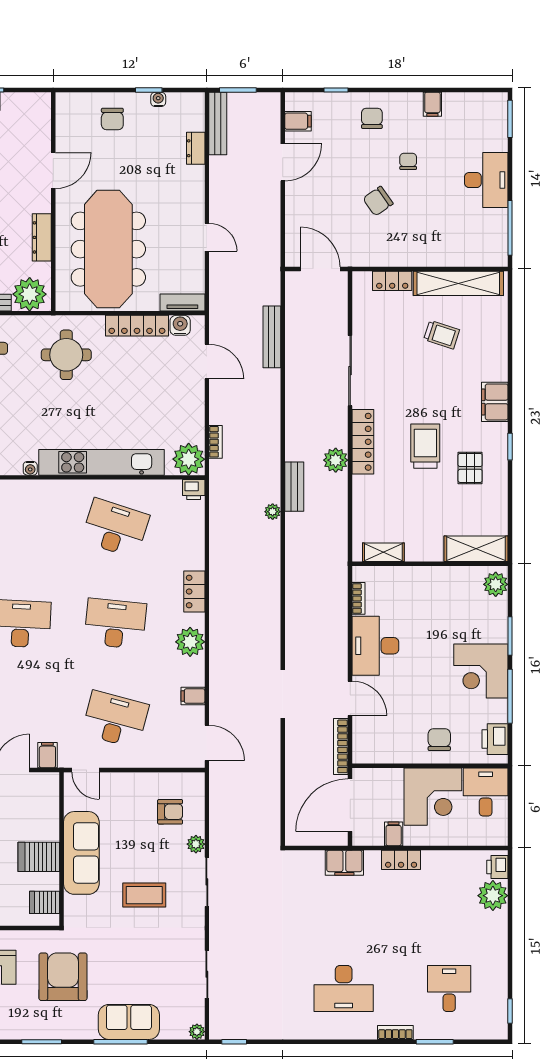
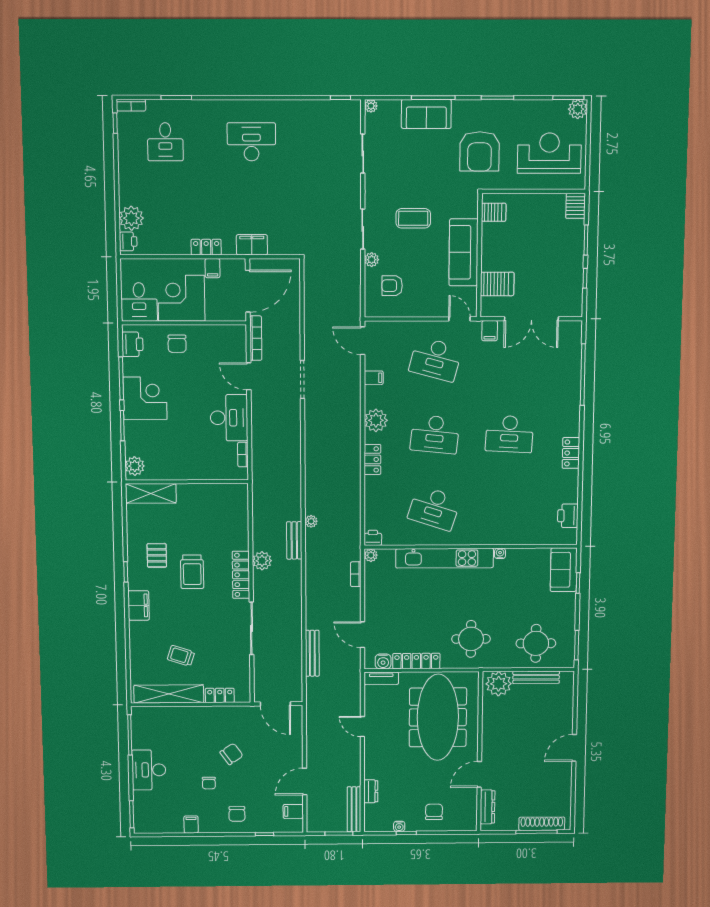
dresser: (42, 237) -> (488, 807), moved
plant: (189, 459) -> (371, 555), width x0.53, depth x0.53
shelving: (383, 552) -> (224, 490), removed
server rack: (39, 857) -> (497, 284), moved
bookcase: (395, 1032) -> (131, 105), moved

